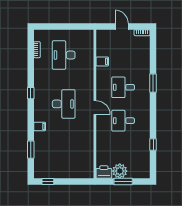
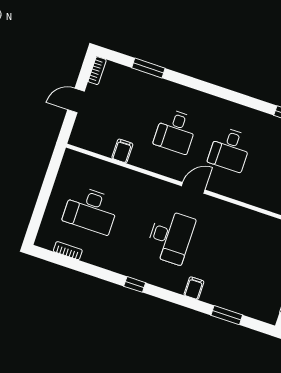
window: (153, 83) -> (148, 68), moved
desk: (64, 104) -> (170, 237), turned 90

